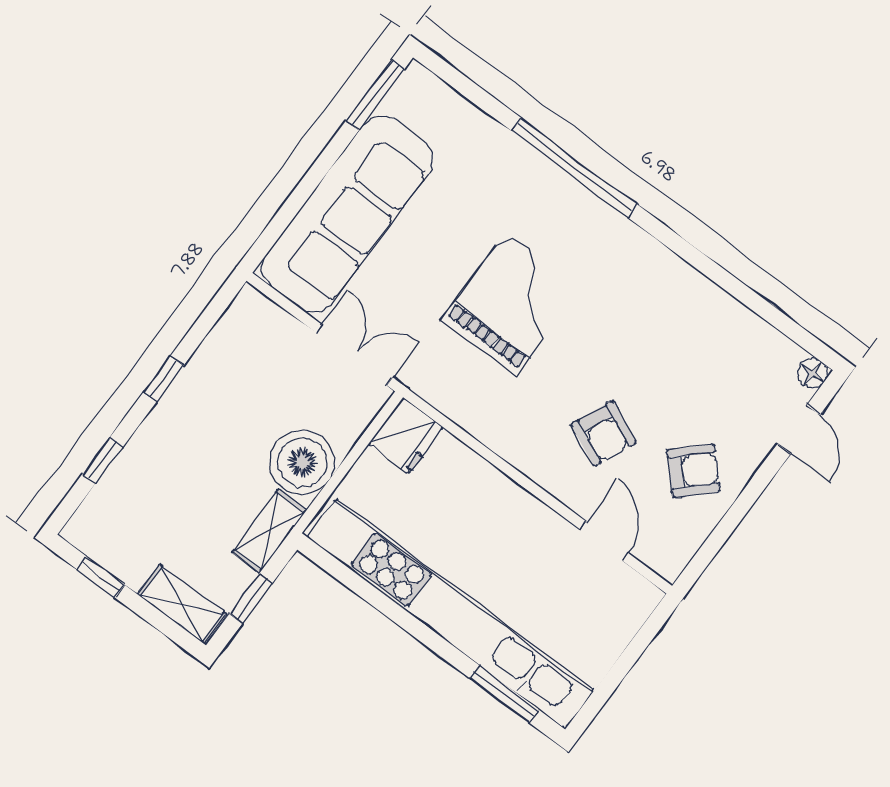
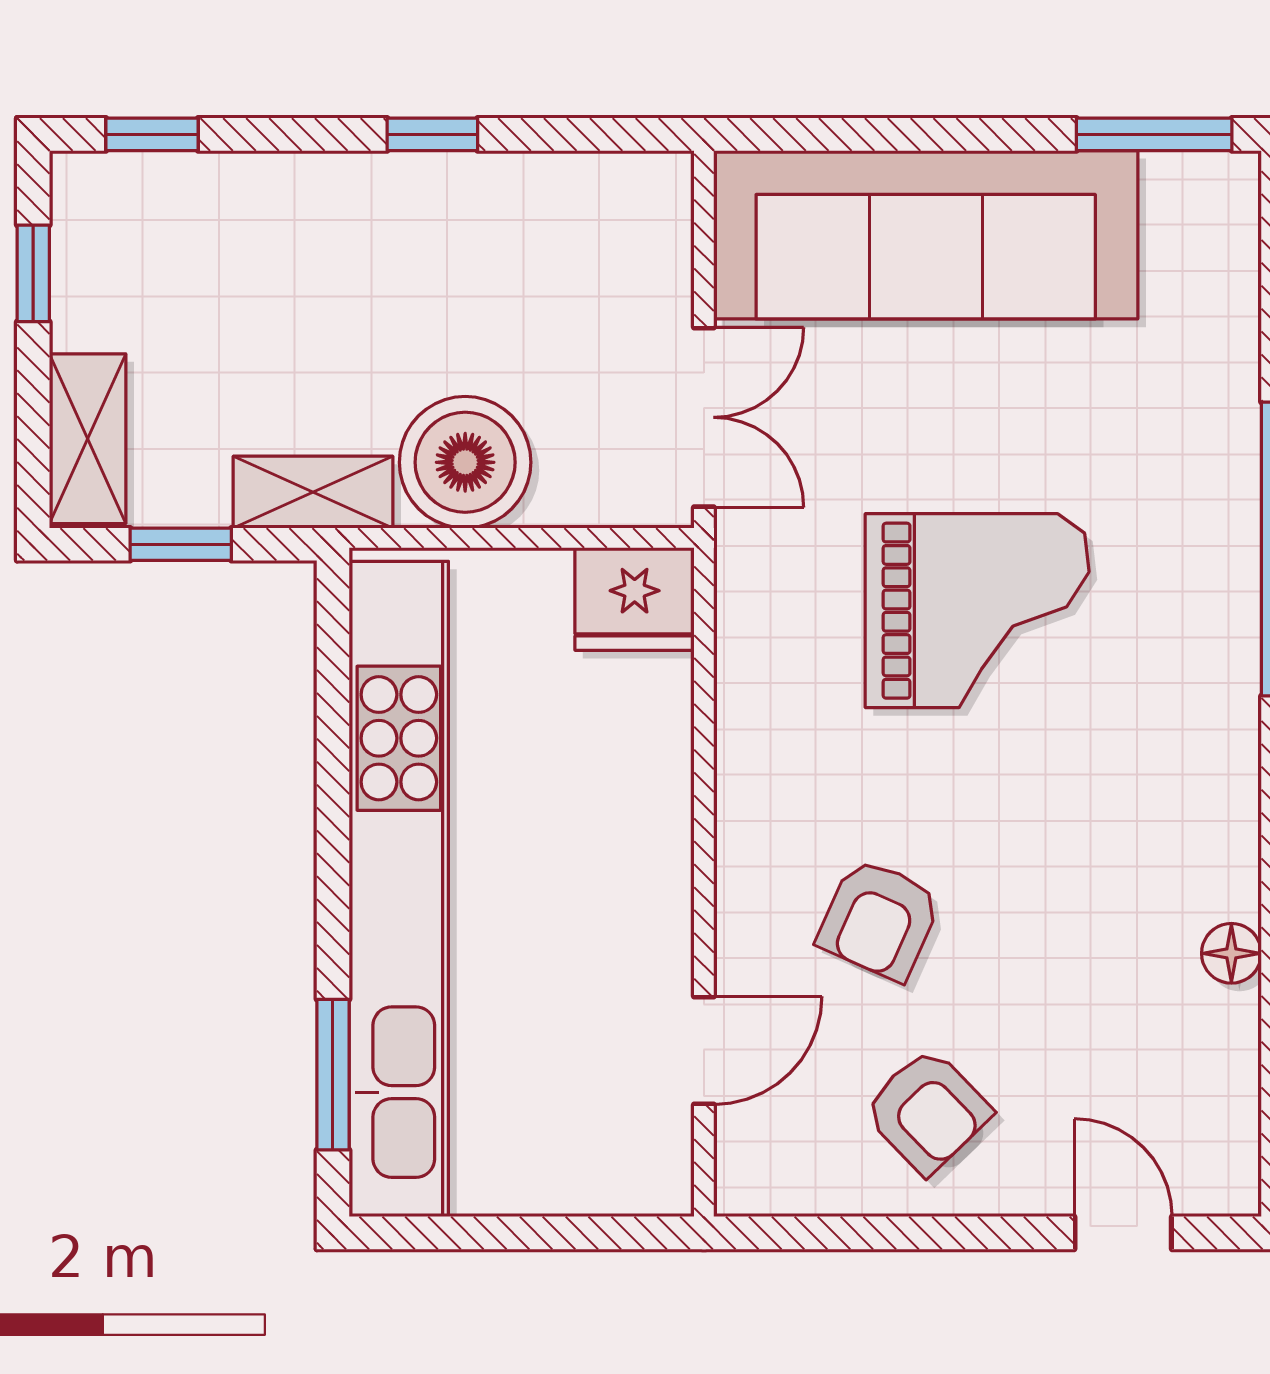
floor lamp: (812, 373) -> (1231, 953), moved
door: (799, 429) -> (1123, 1233), swing flipped
window: (102, 461) -> (152, 134), moved

